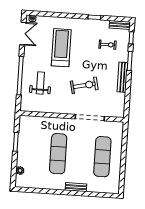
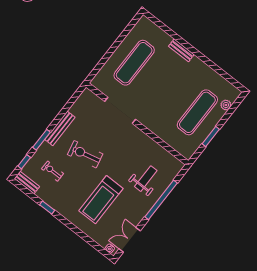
weight bench: (40, 83) -> (146, 179), turned 180
exercise bike: (84, 85) -> (85, 154), moved
exercise mat: (58, 154) -> (197, 112), moved

